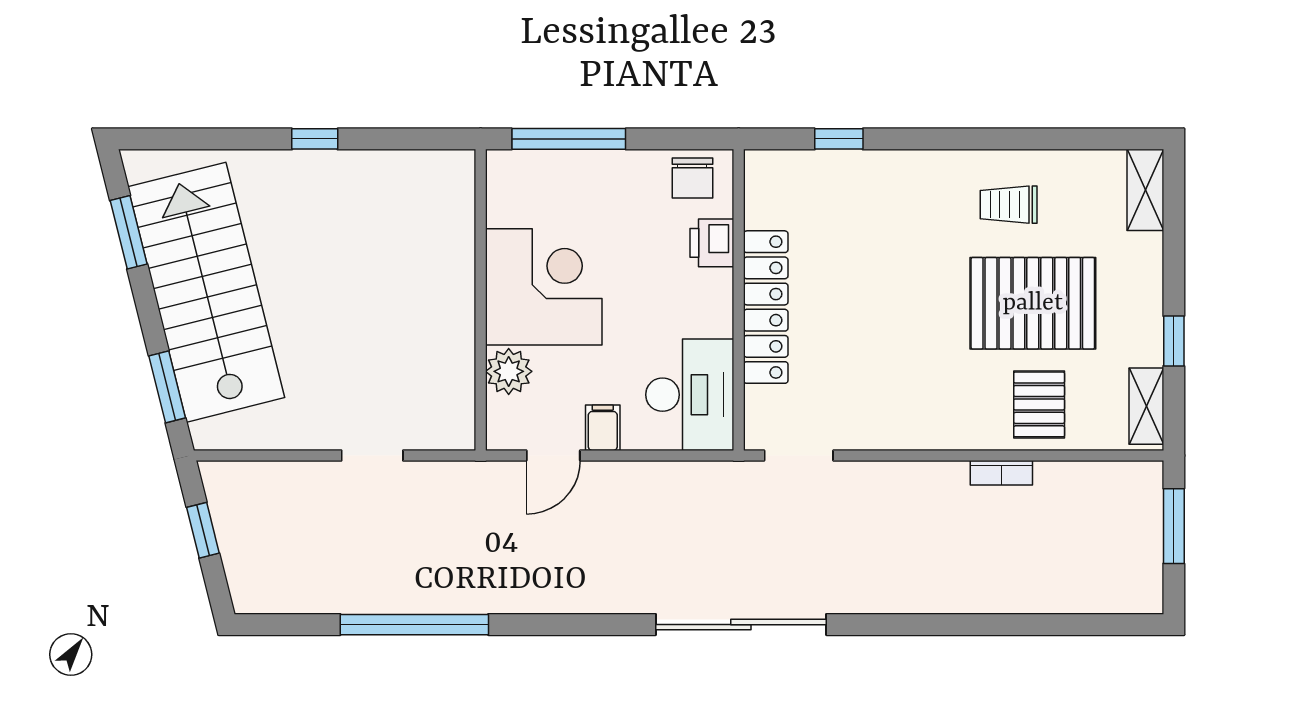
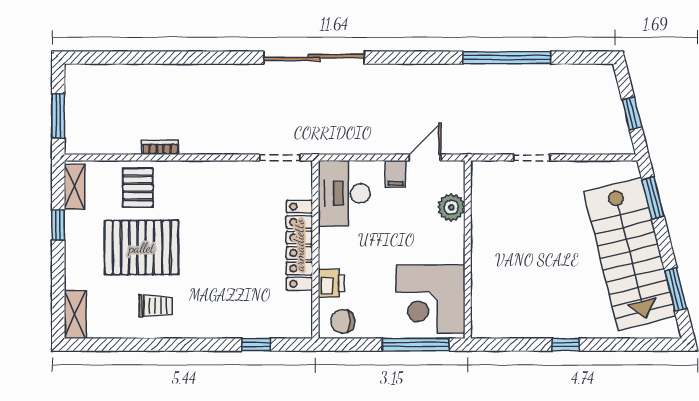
chair: (692, 178) -> (343, 321), turned -90
corner desk: (544, 287) -> (431, 299), moved

